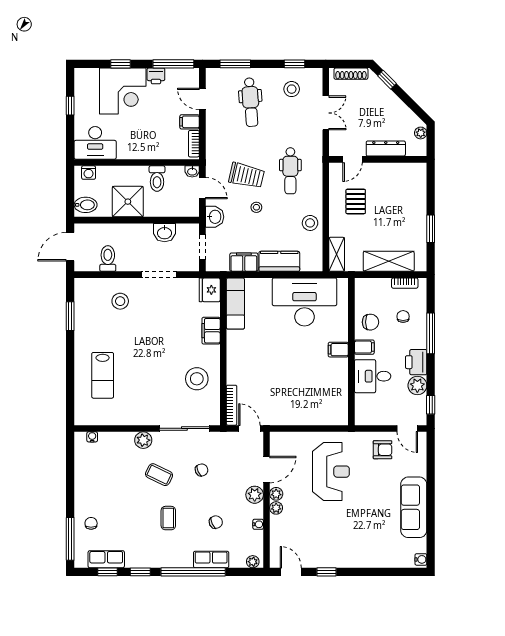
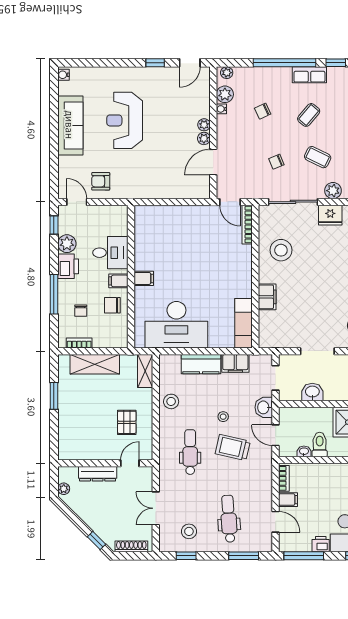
washbasin: (192, 171) -> (304, 451), moved
fridge: (210, 290) -> (330, 215), moved, turned 90
reception desk: (331, 472) -> (125, 120), moved
plant: (255, 495) -> (225, 94), moved
coffee table: (168, 518) -> (309, 115), turned 40
row of seats: (211, 560) -> (309, 75), moved
door: (291, 572) -> (190, 63), hinge flipped

